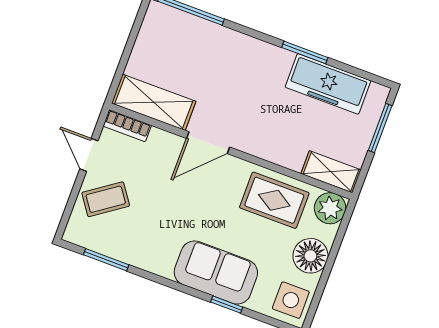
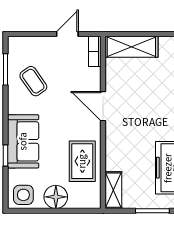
shelving: (154, 102) -> (131, 47), moved, turned 90
coffee table: (106, 199) -> (33, 81), moved
plant: (330, 208) -> (90, 198), removed

